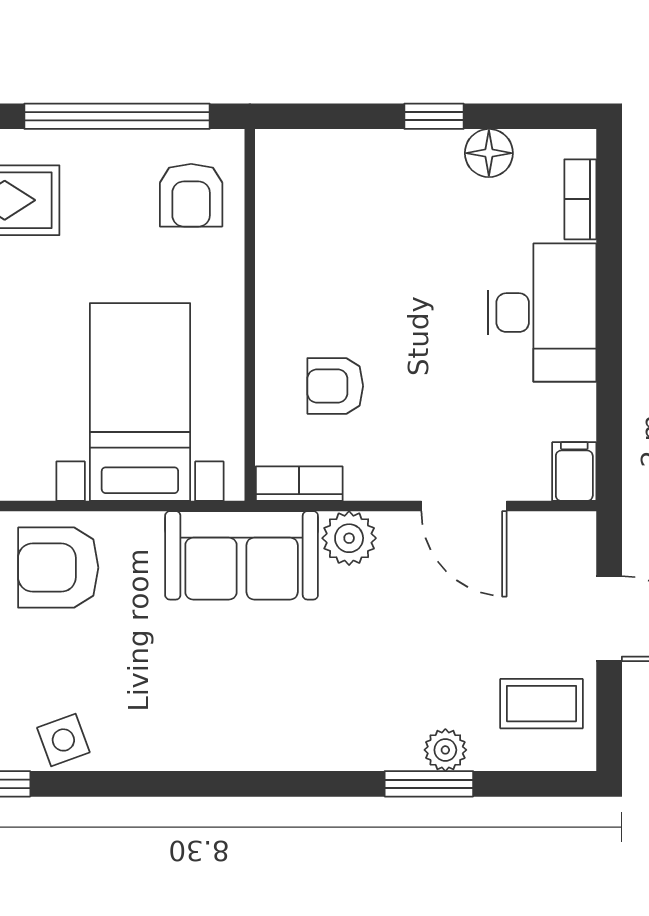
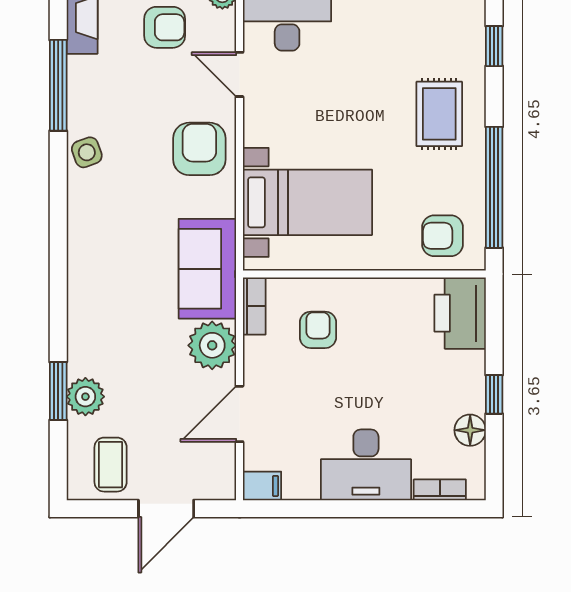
printer: (310, 168) -> (460, 313), added
plant: (349, 538) -> (212, 345), width x1.36, depth x1.36
plant: (445, 750) -> (85, 397), width x1.38, depth x1.38

